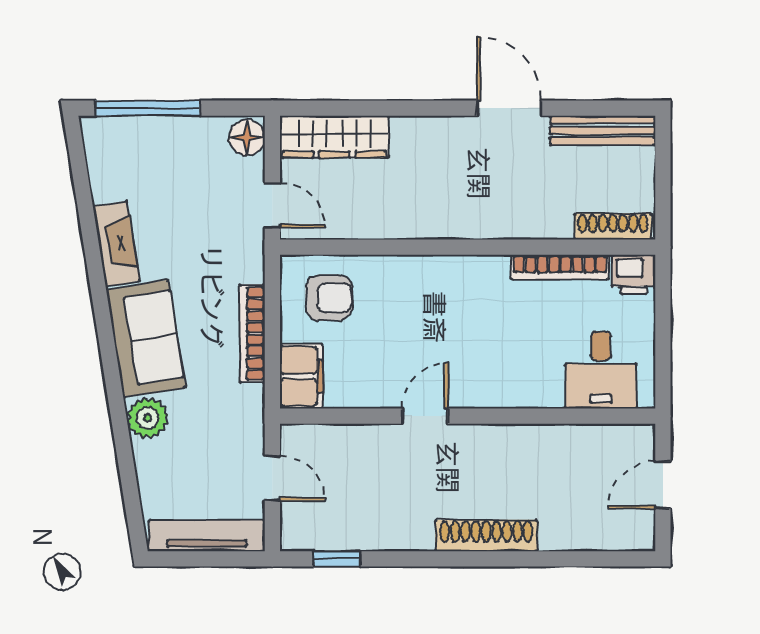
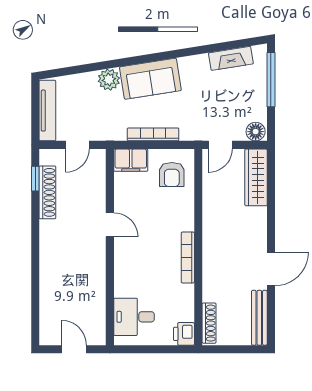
fireplace: (116, 244) -> (231, 58), moved
bookcase: (560, 267) -> (188, 257), moved
shoe rack: (486, 536) -> (47, 192), moved

